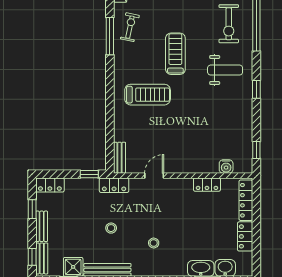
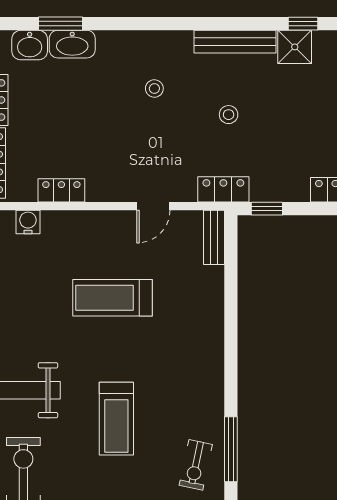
treadmill: (148, 95) -> (112, 298), moved

